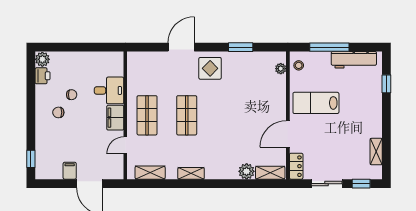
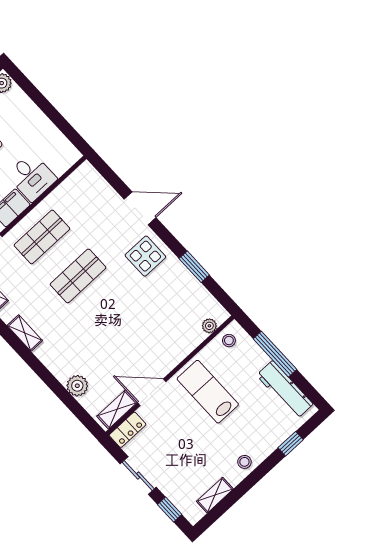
stool: (373, 118) -> (244, 462), added
shelving: (270, 173) -> (117, 409), moved, turned 90

